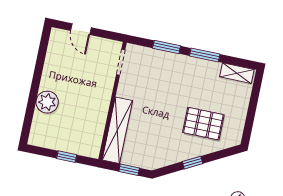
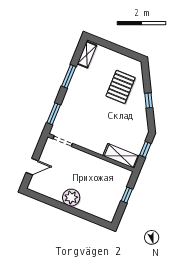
window: (167, 47) -> (54, 114), moved
plant: (47, 102) -> (71, 198), moved
shelving: (117, 130) -> (121, 156), width x0.68

